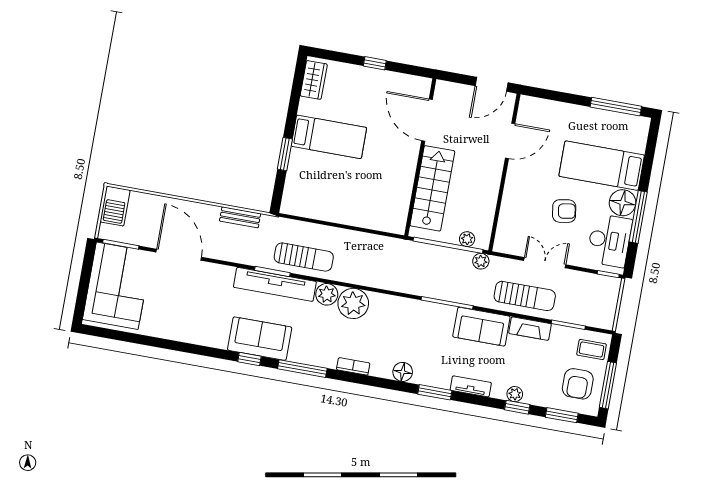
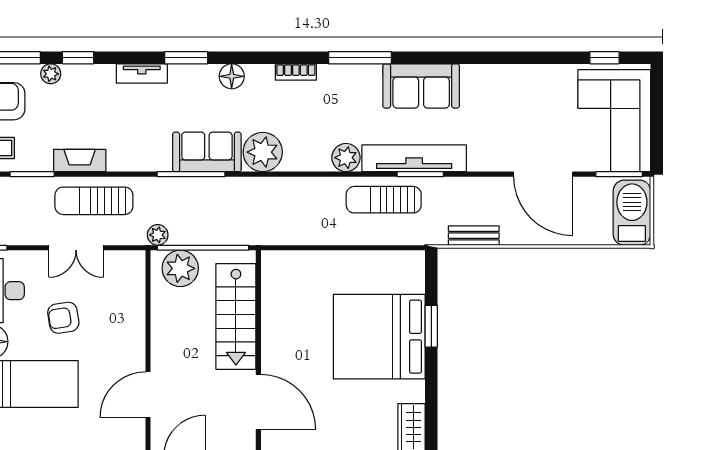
bed: (329, 137) -> (379, 337), width x2.04
barbecue: (115, 206) -> (632, 213), width x1.37, depth x1.21
plant: (467, 239) -> (180, 268), width x1.87, depth x1.87
plant: (353, 303) -> (263, 152), moved
sofa: (481, 327) -> (207, 152), moved
window: (249, 359) -> (605, 58), moved
plant: (515, 394) -> (51, 74), moved

